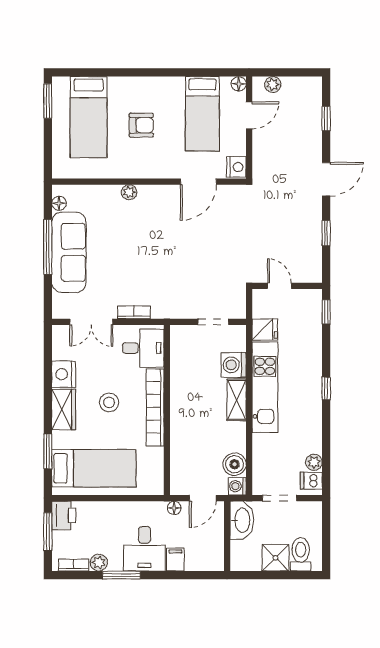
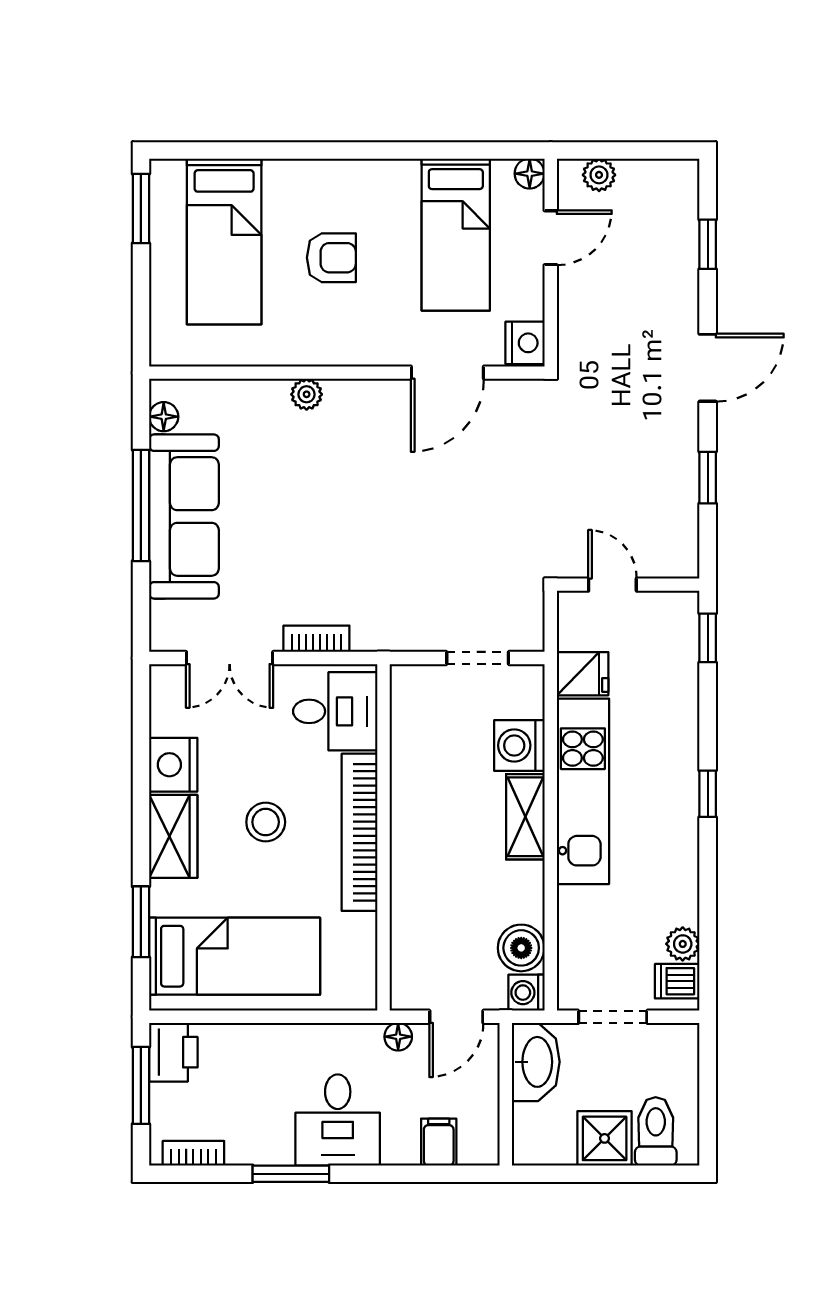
filing cabinet: (175, 560) -> (439, 1142), moved
plant: (99, 563) -> (245, 1148), removed

